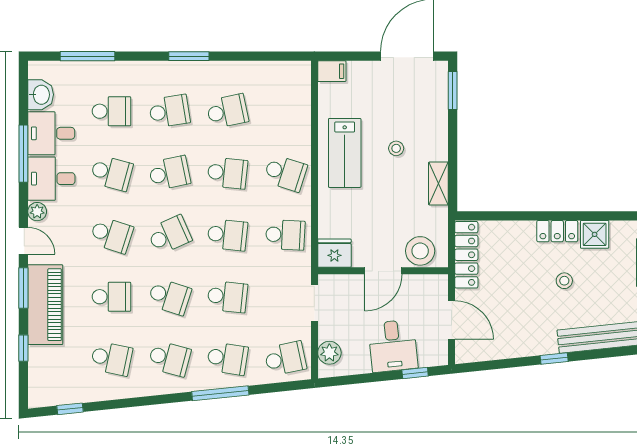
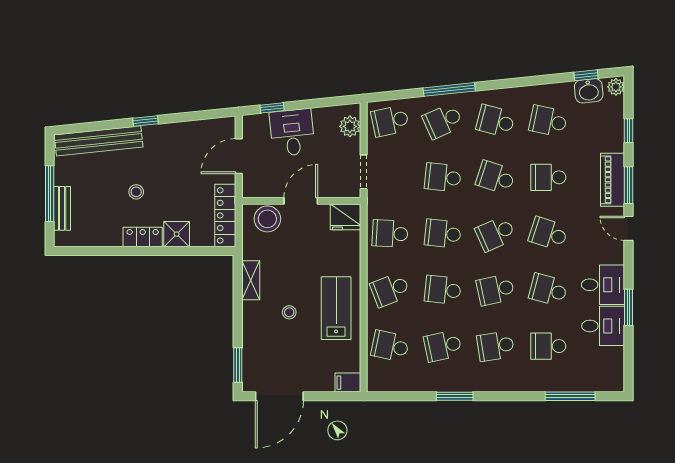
window: (189, 56) -> (455, 396), moved
washbasin: (41, 95) -> (589, 91), moved, turned -96
school desk: (285, 111) -> (390, 346), added
window: (23, 154) -> (628, 307), width x0.69
school desk: (285, 173) -> (390, 290), turned -39
plant: (37, 212) -> (616, 87), moved
shower: (595, 234) -> (177, 234), moved
piano: (45, 305) -> (612, 180), width x0.73, depth x0.75
door: (452, 320) -> (239, 156), hinge flipped
school desk: (227, 359) -> (443, 121), turned -33

